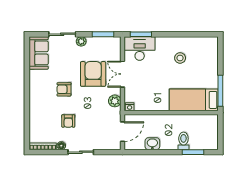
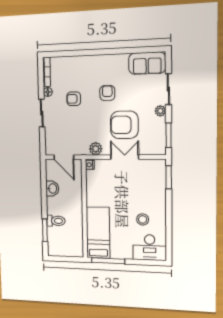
desk: (140, 48) -> (150, 247), moved, turned 90
armchair: (93, 74) -> (124, 125), turned 180

